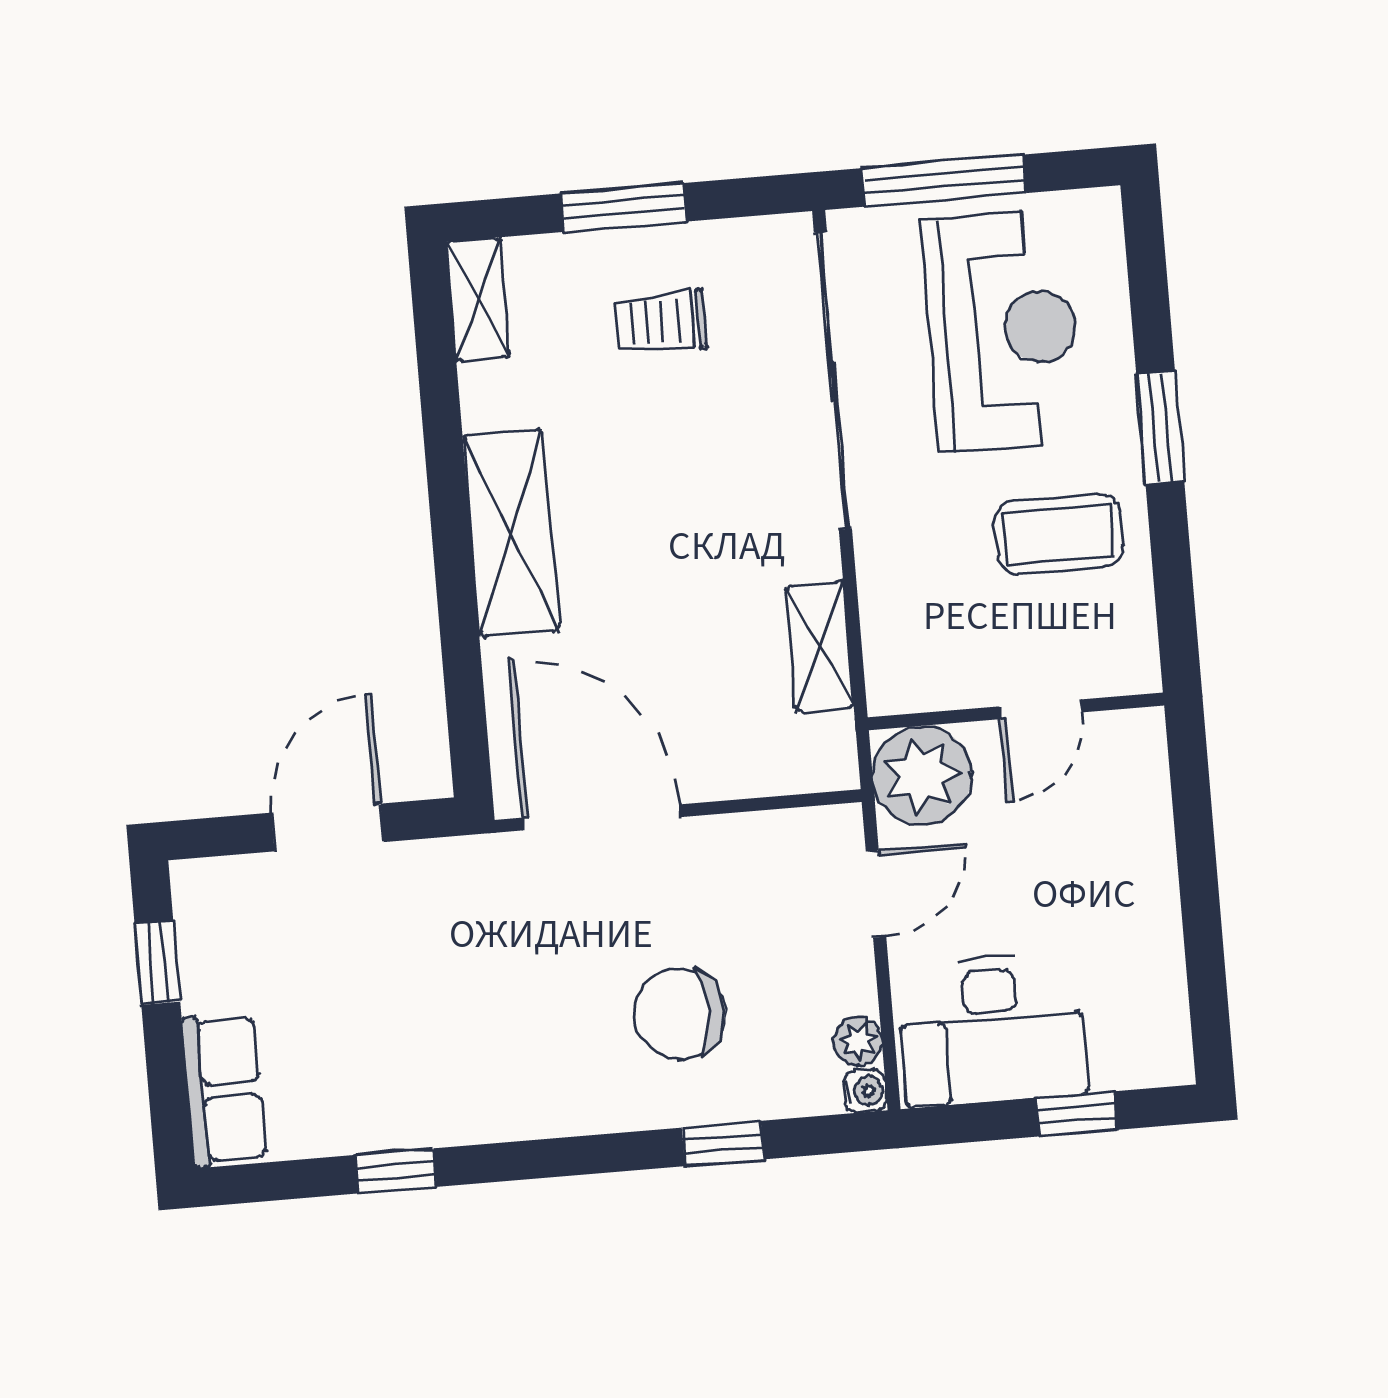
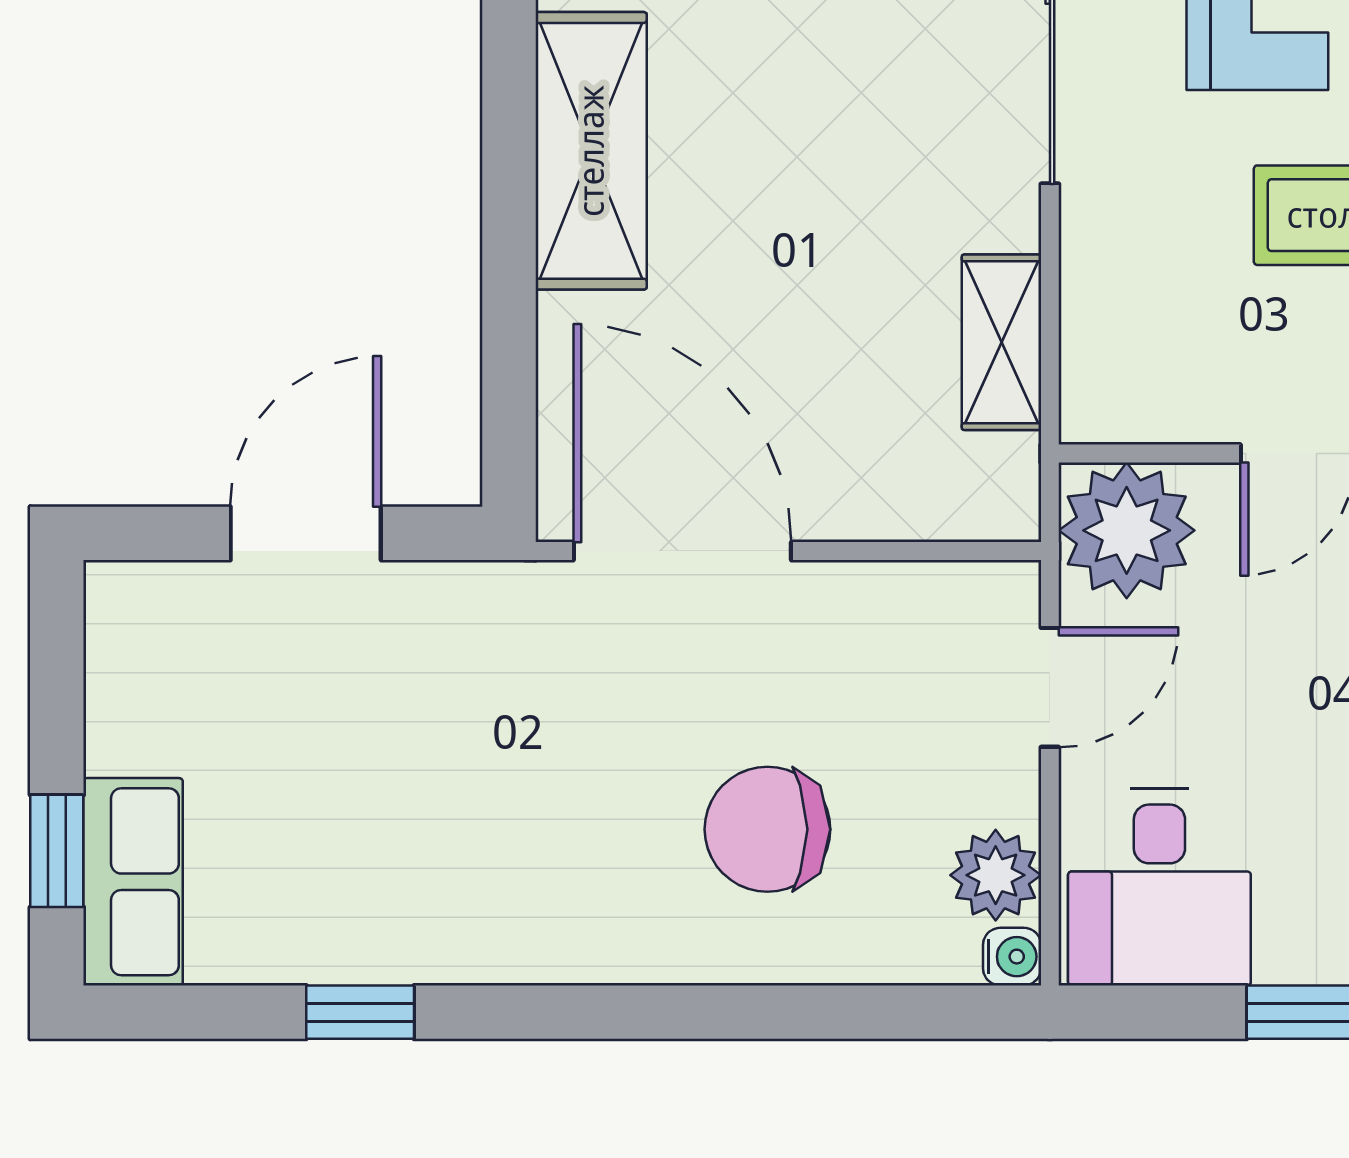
window: (157, 963) -> (57, 851), moved
desk: (992, 1030) -> (1159, 887), width x0.73
plant: (858, 1041) -> (996, 875), width x1.38, depth x1.38
window: (723, 1143) -> (811, 1012), removed

